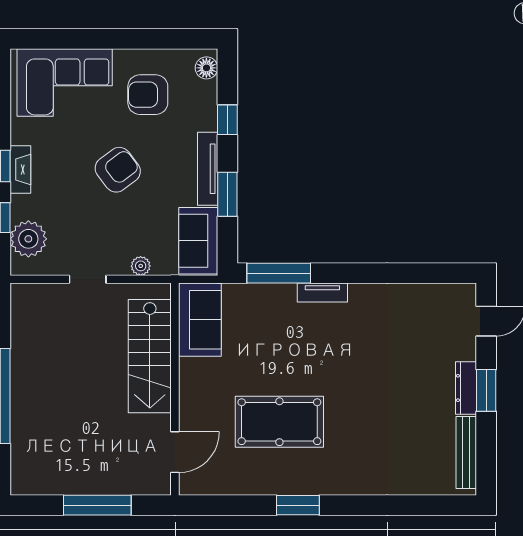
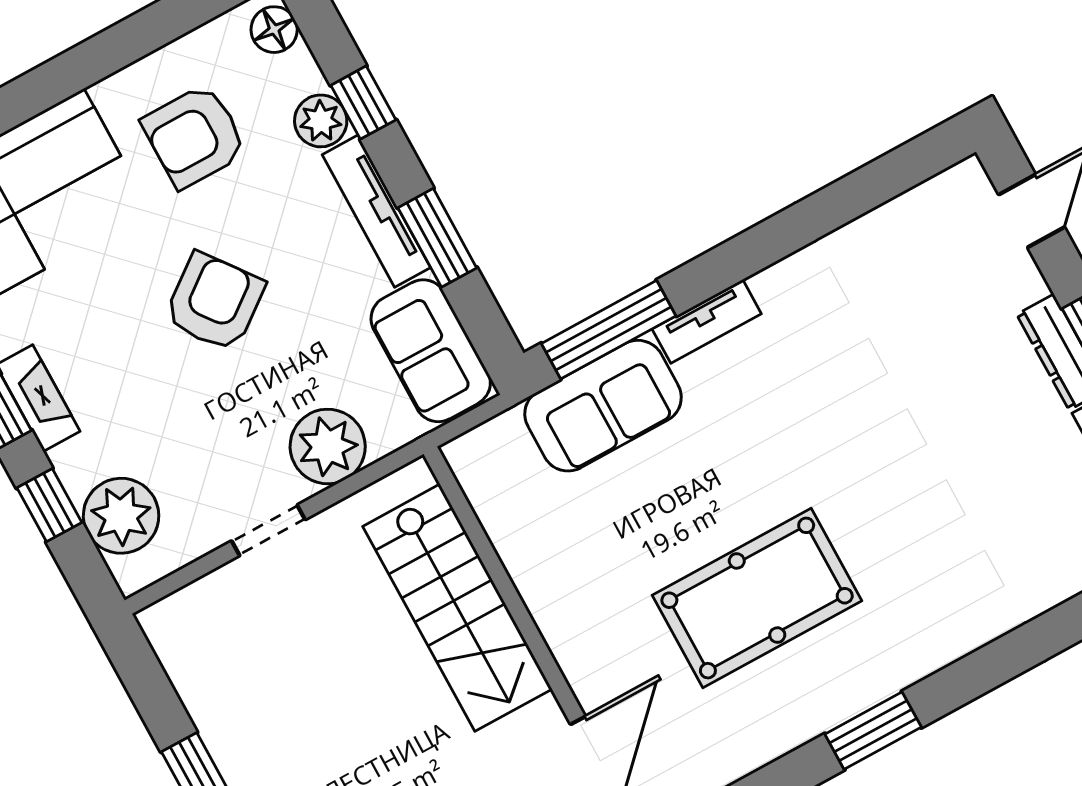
plant: (205, 118) -> (321, 121), added
plant: (141, 266) -> (328, 446), width x1.88, depth x1.88
sofa: (200, 320) -> (603, 406), moved, turned 90

